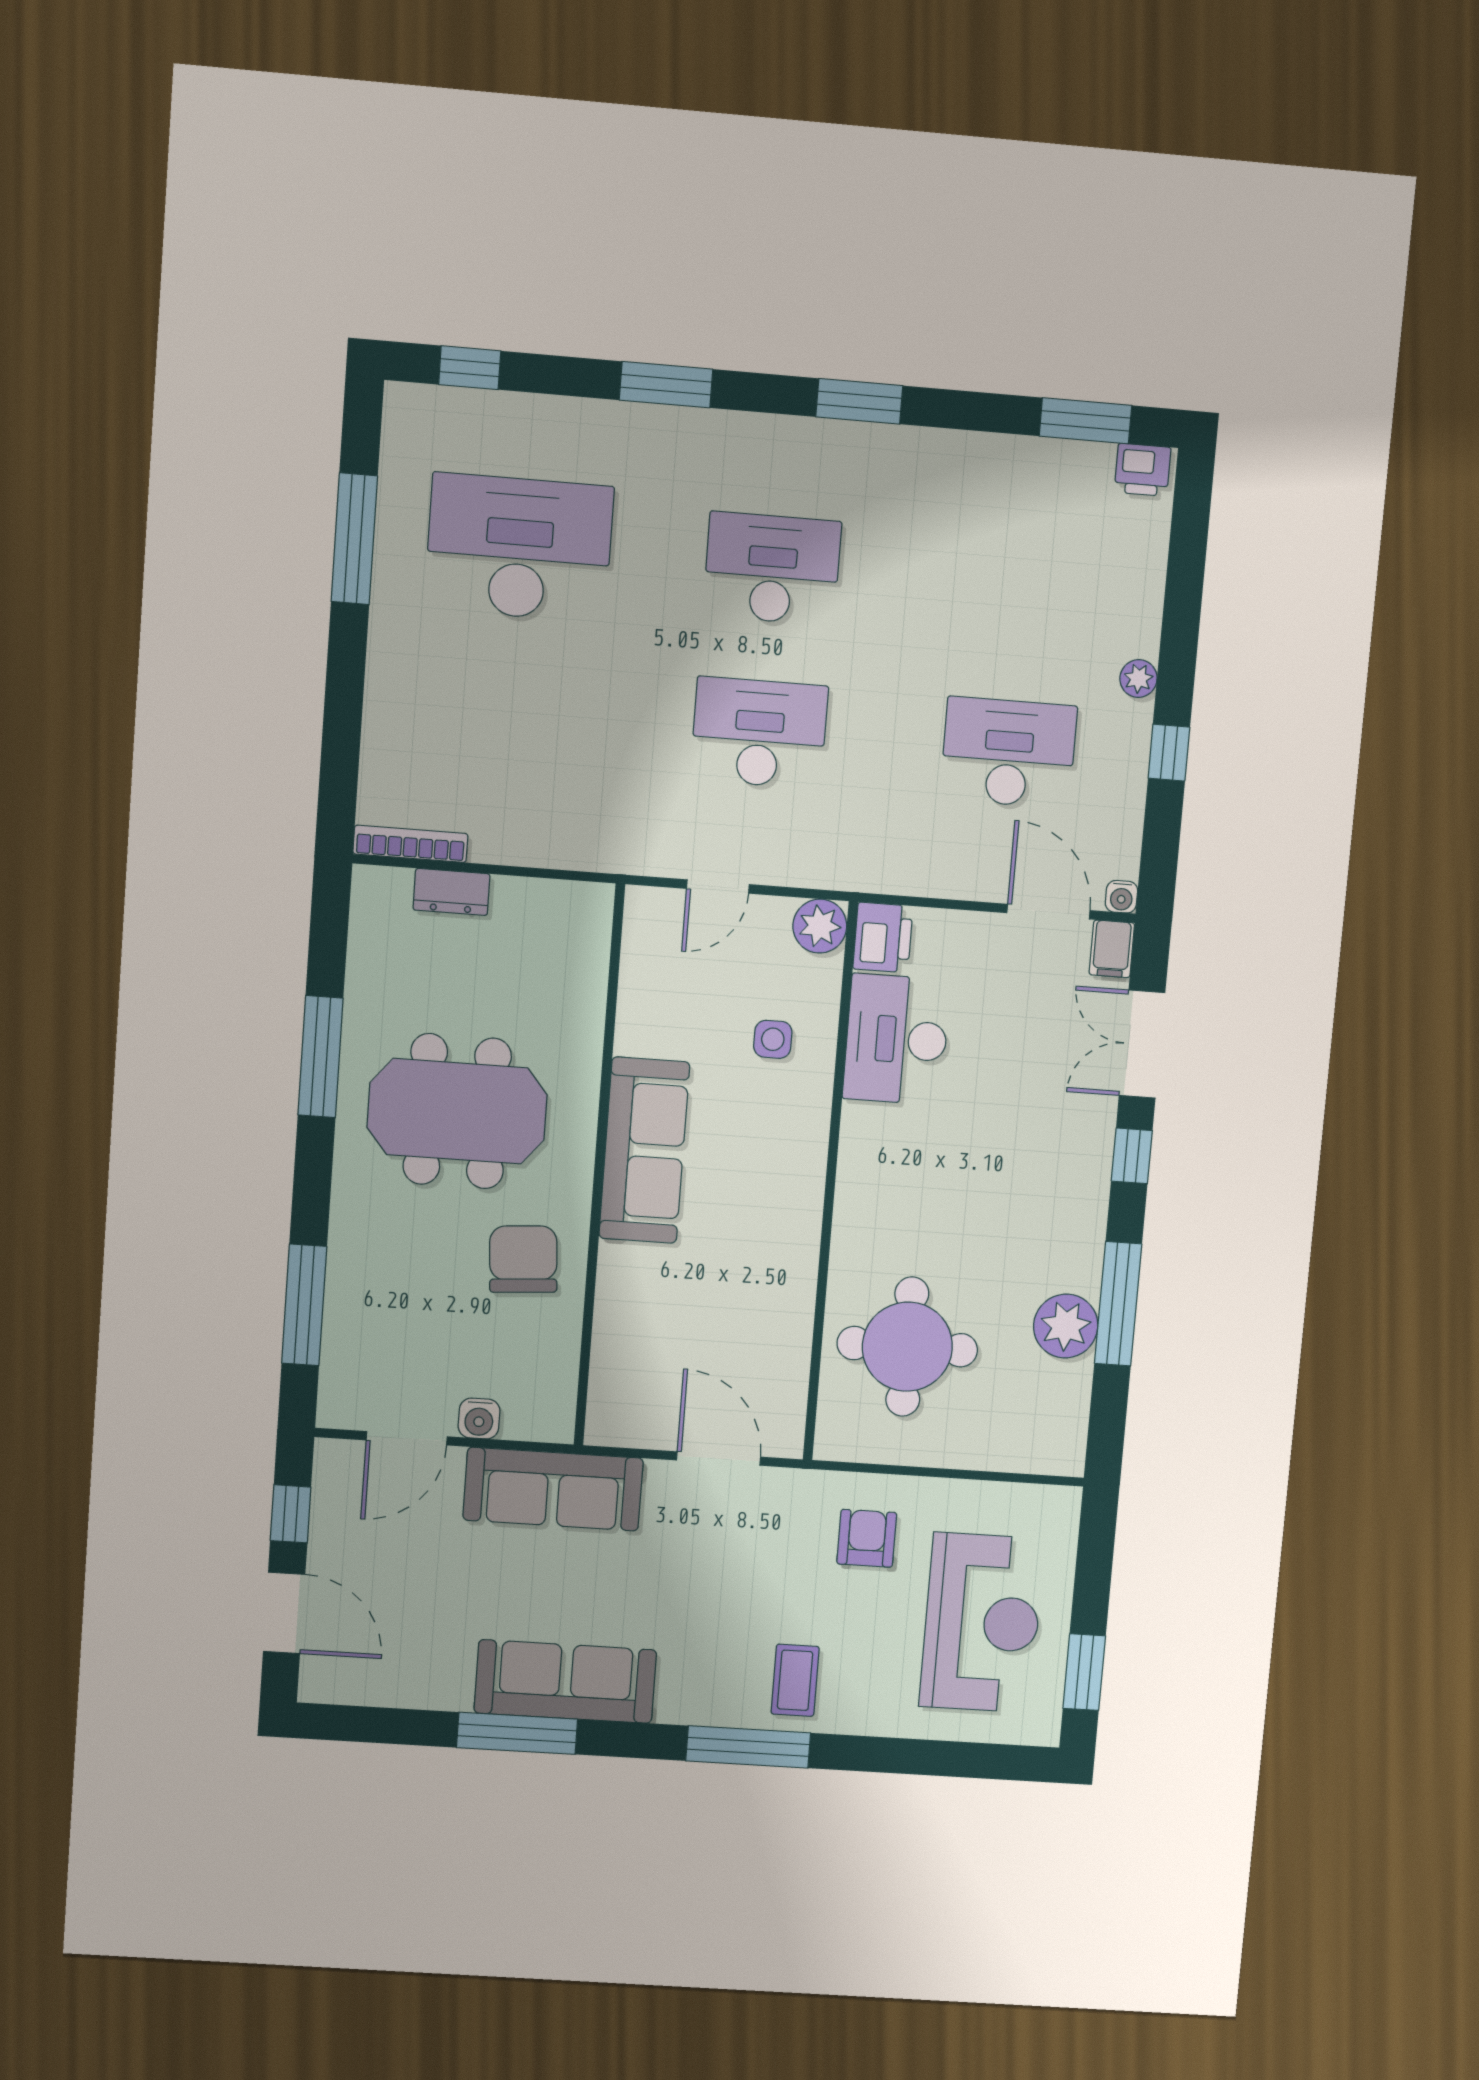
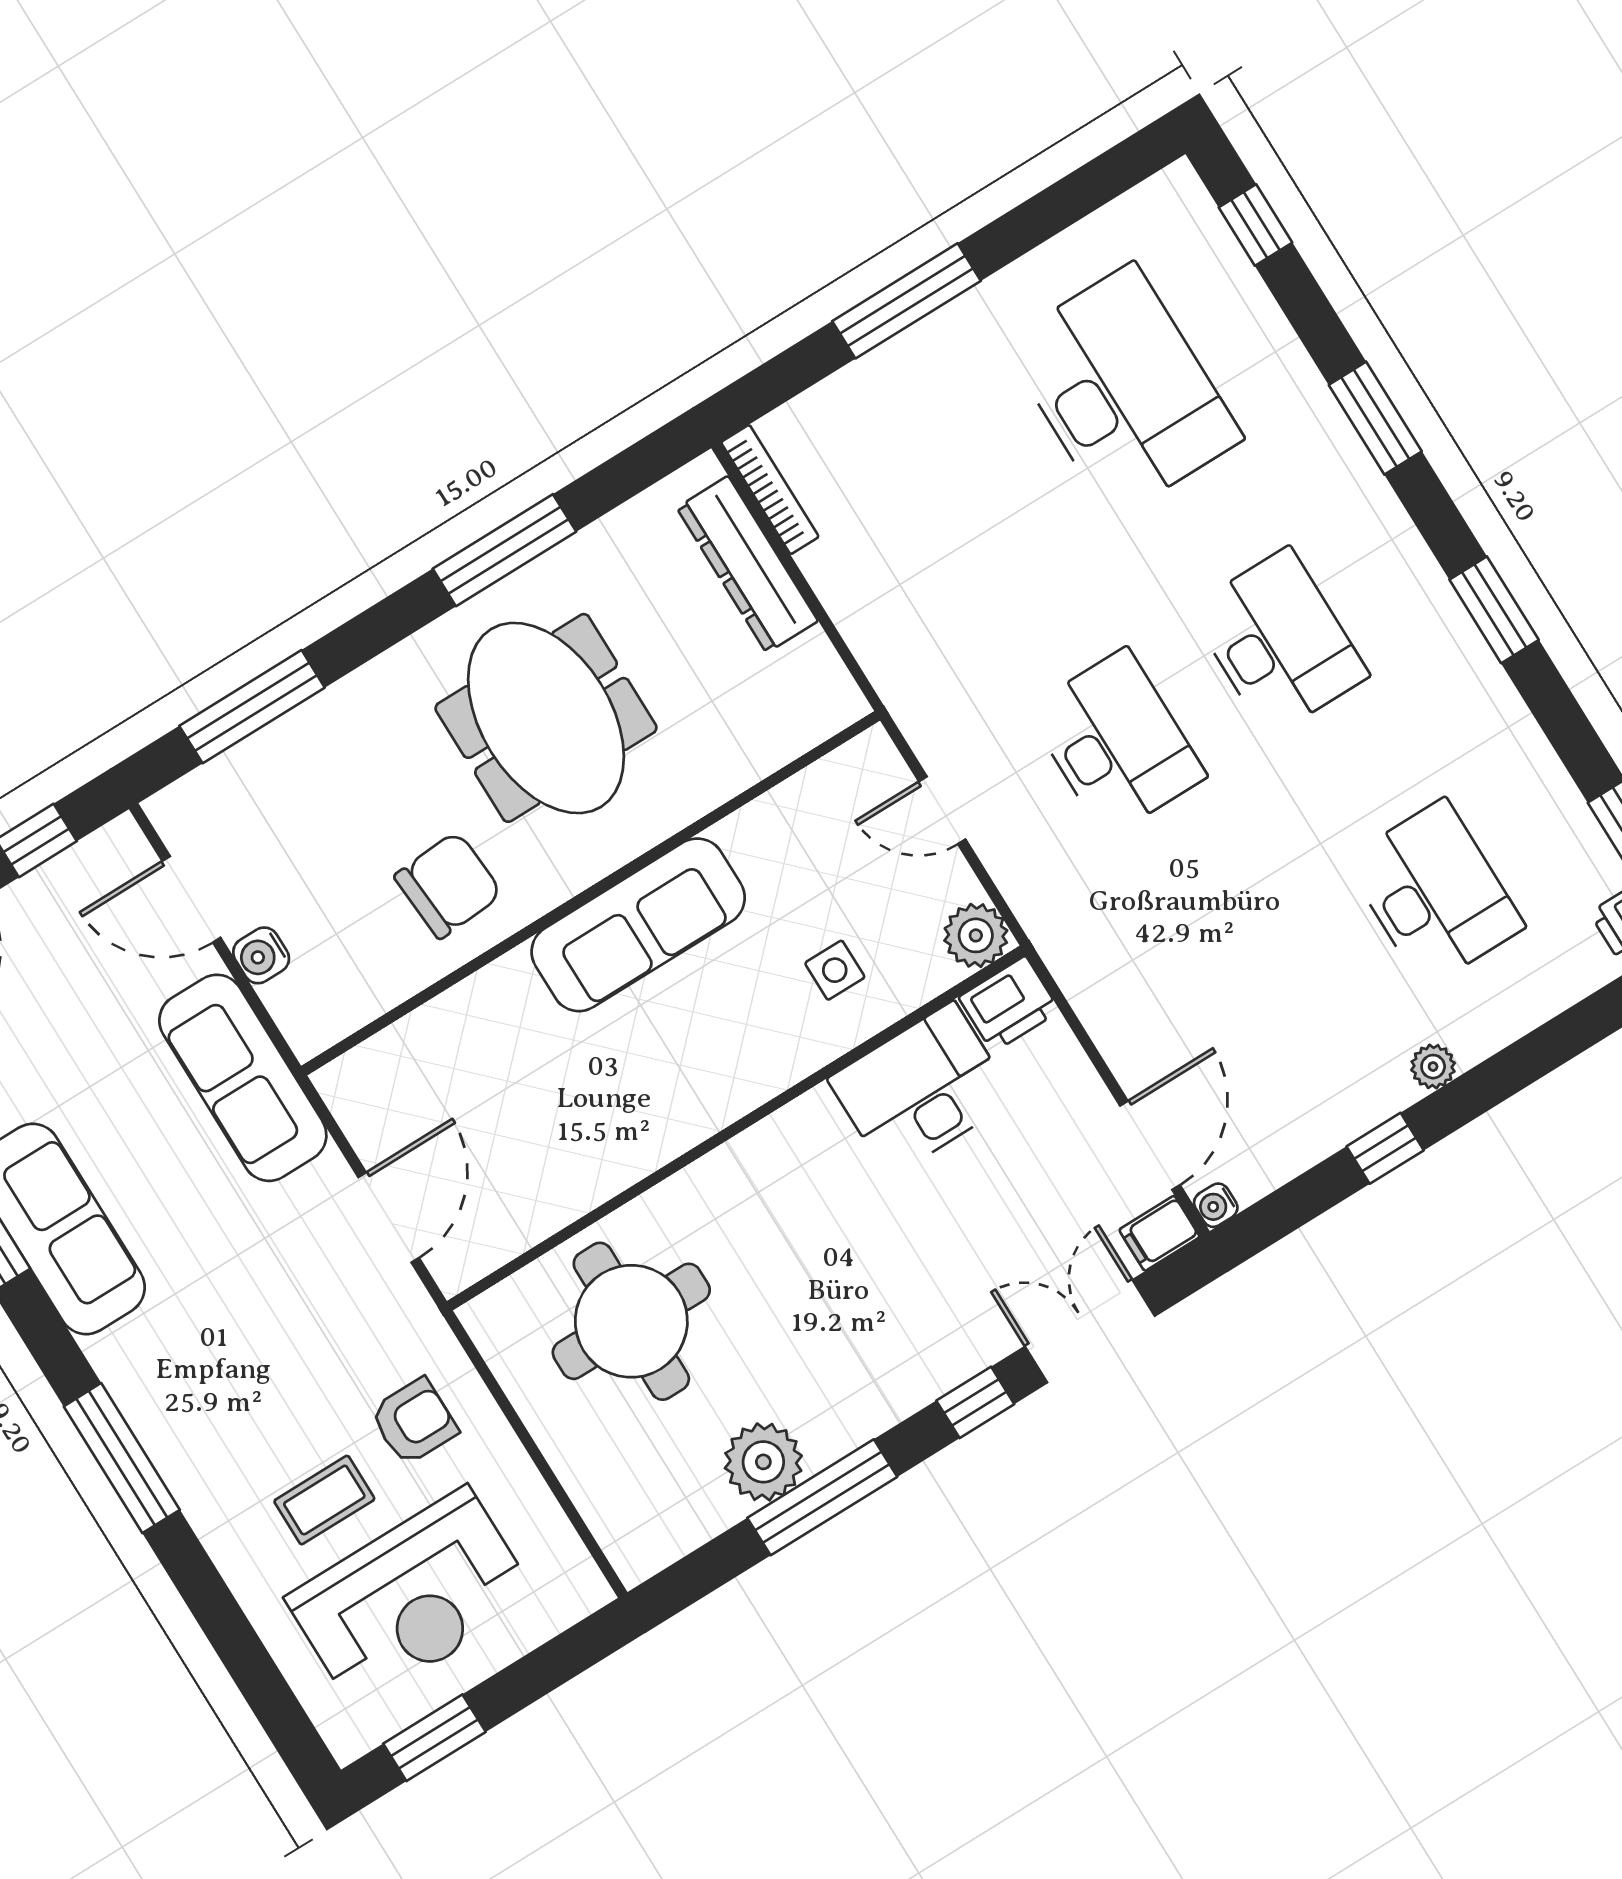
window: (354, 539) -> (906, 301), moved
desk: (1008, 753) -> (1435, 893), moved
dresser: (452, 892) -> (747, 564), width x1.96, depth x1.24
coffee table: (795, 1680) -> (324, 1500), moved

